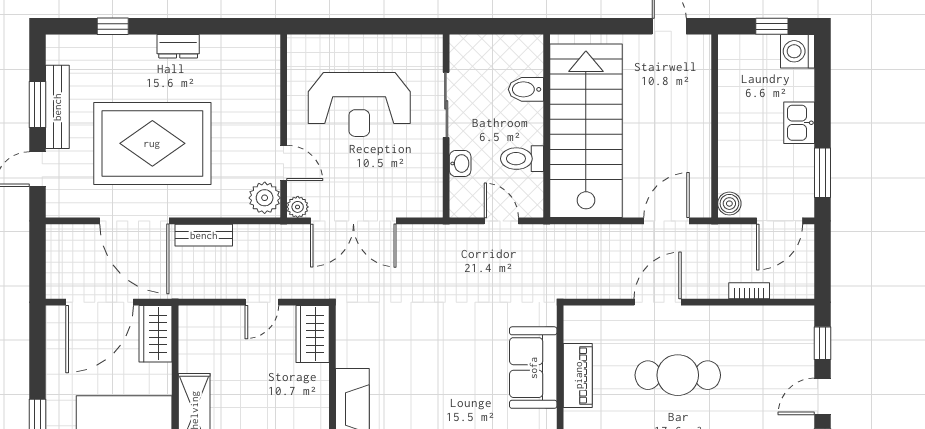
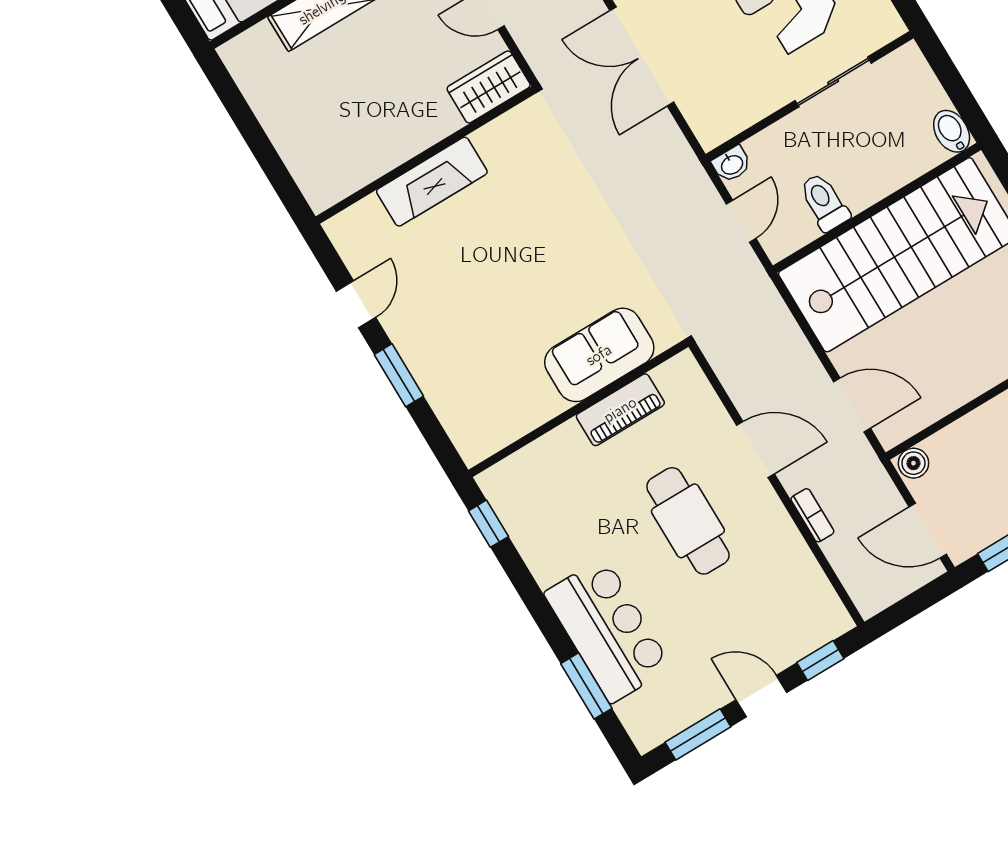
bidet: (526, 89) -> (952, 131), moved
washbasin: (460, 163) -> (732, 164), moved
bookcase: (749, 291) -> (812, 515), moved

